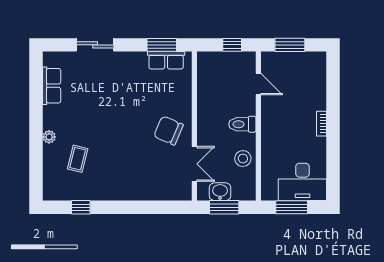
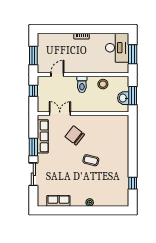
window: (162, 45) -> (33, 147), moved
row of seats: (166, 60) -> (43, 136), width x1.48
chair: (169, 131) -> (75, 135), moved, turned 105
coffee table: (78, 159) -> (91, 160), moved
double door: (194, 164) -> (60, 114), moved

